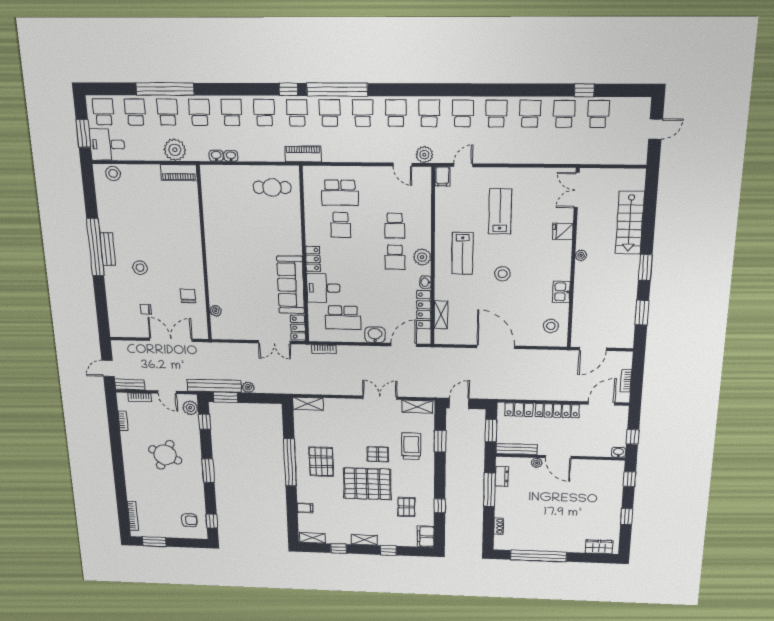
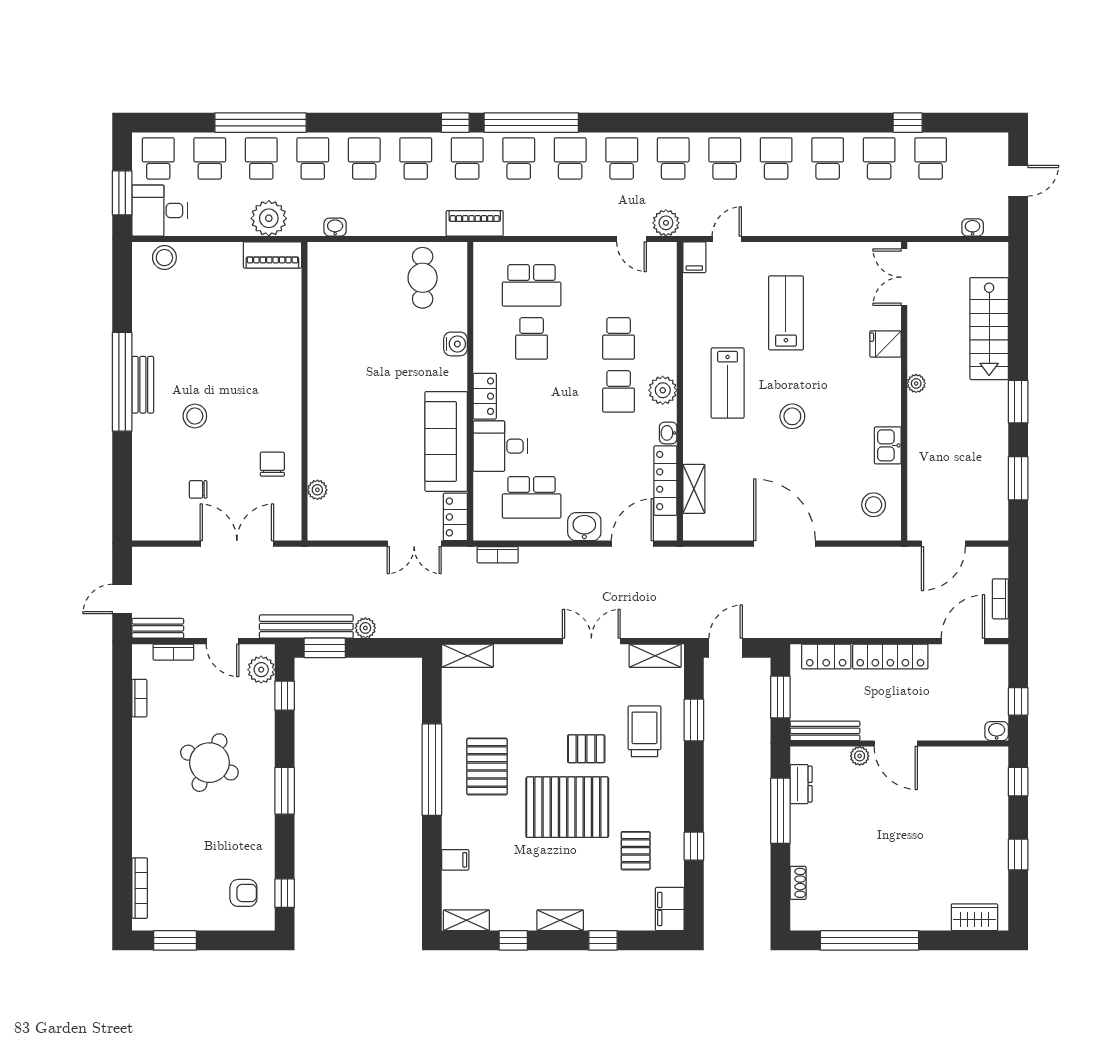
washbasin: (231, 156) -> (973, 227), moved
cafe table: (272, 187) -> (423, 278), turned 90
water cooler: (294, 228) -> (456, 344), added

